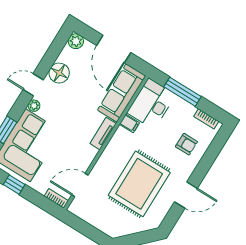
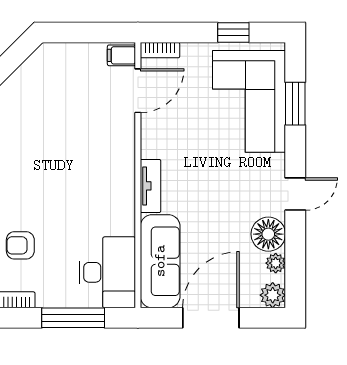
door: (114, 49) -> (211, 318), hinge flipped
plant: (34, 106) -> (276, 263), moved
filing cabinet: (129, 123) -> (121, 55), moved
rug: (139, 184) -> (53, 146), removed

